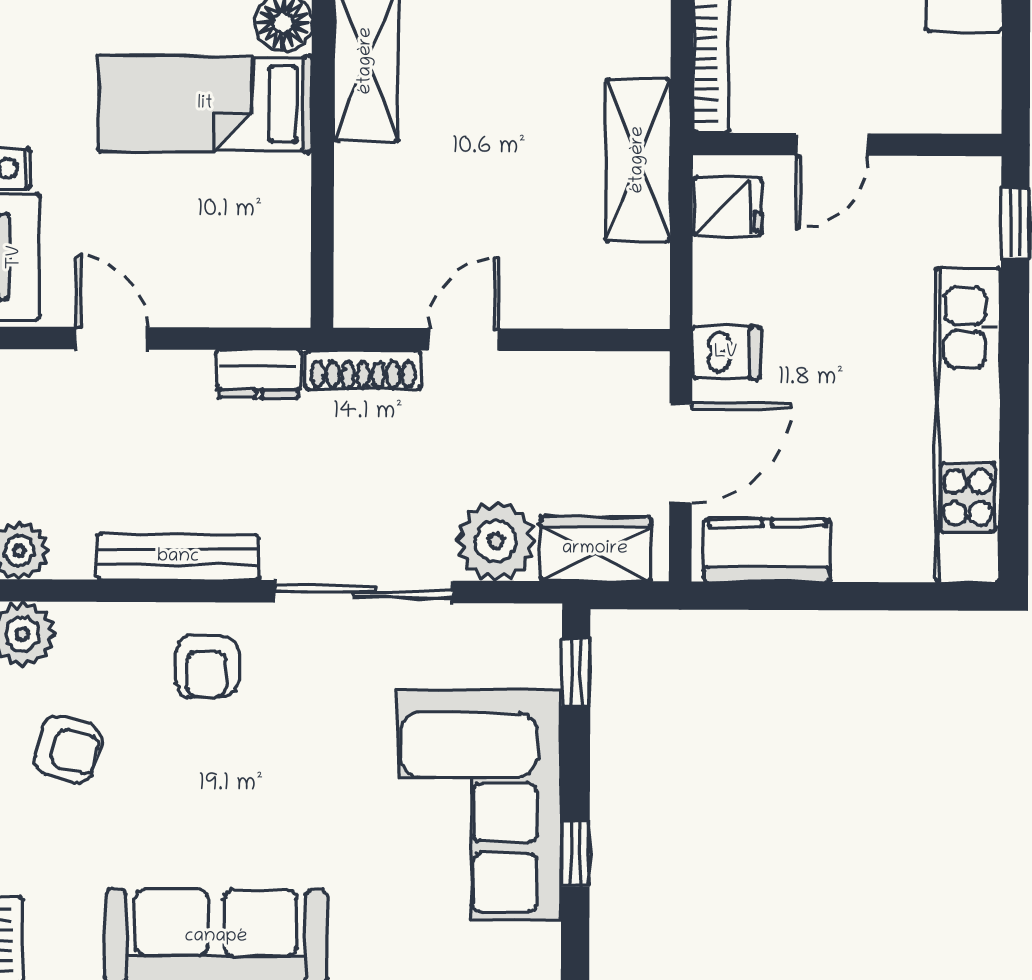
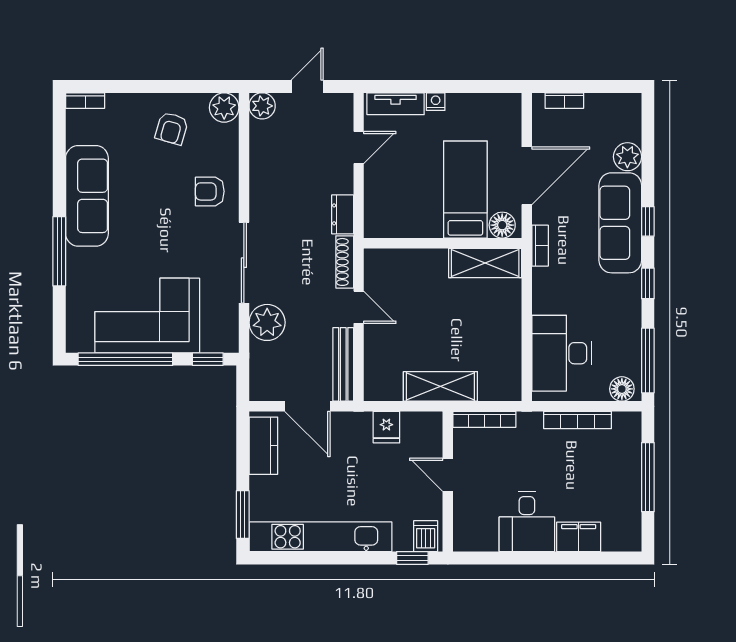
fridge: (727, 207) -> (386, 427), moved
dishwasher: (726, 353) -> (426, 536), moved, turned 180
wardrobe: (595, 549) -> (264, 368), removed
bench: (178, 557) -> (343, 364), moved
window: (919, 596) -> (243, 515), added
window: (575, 853) -> (125, 359), width x3.17

